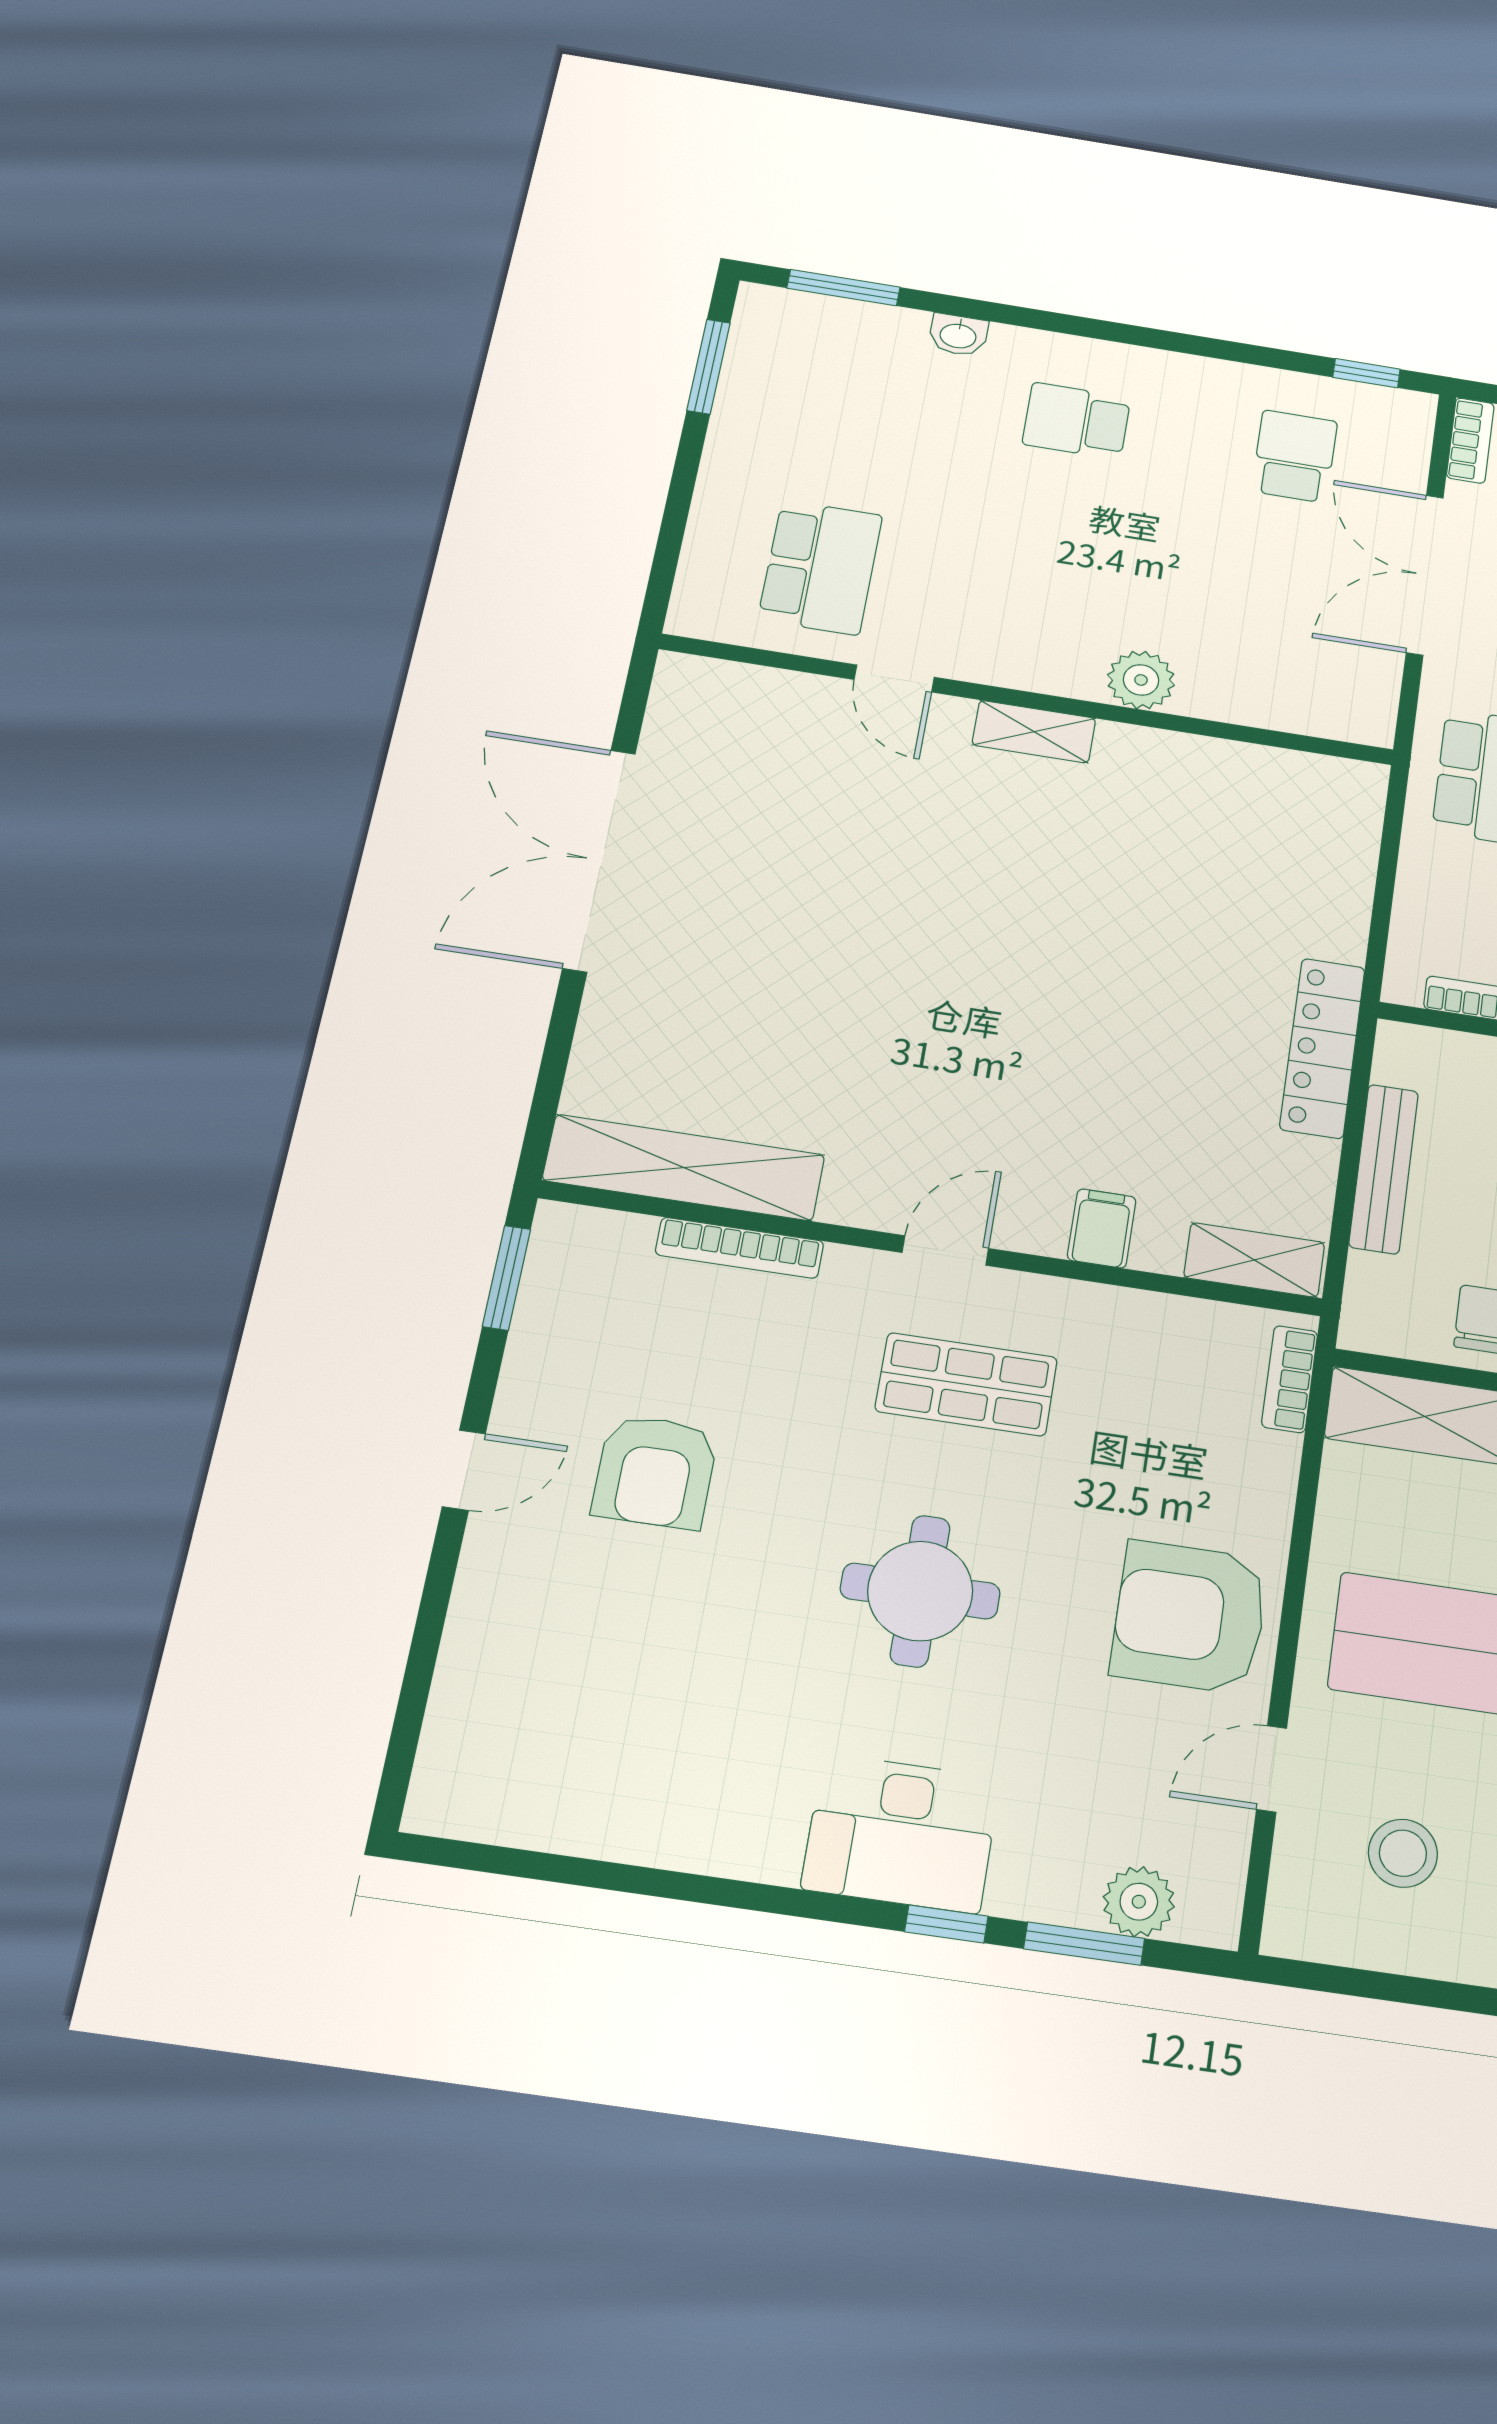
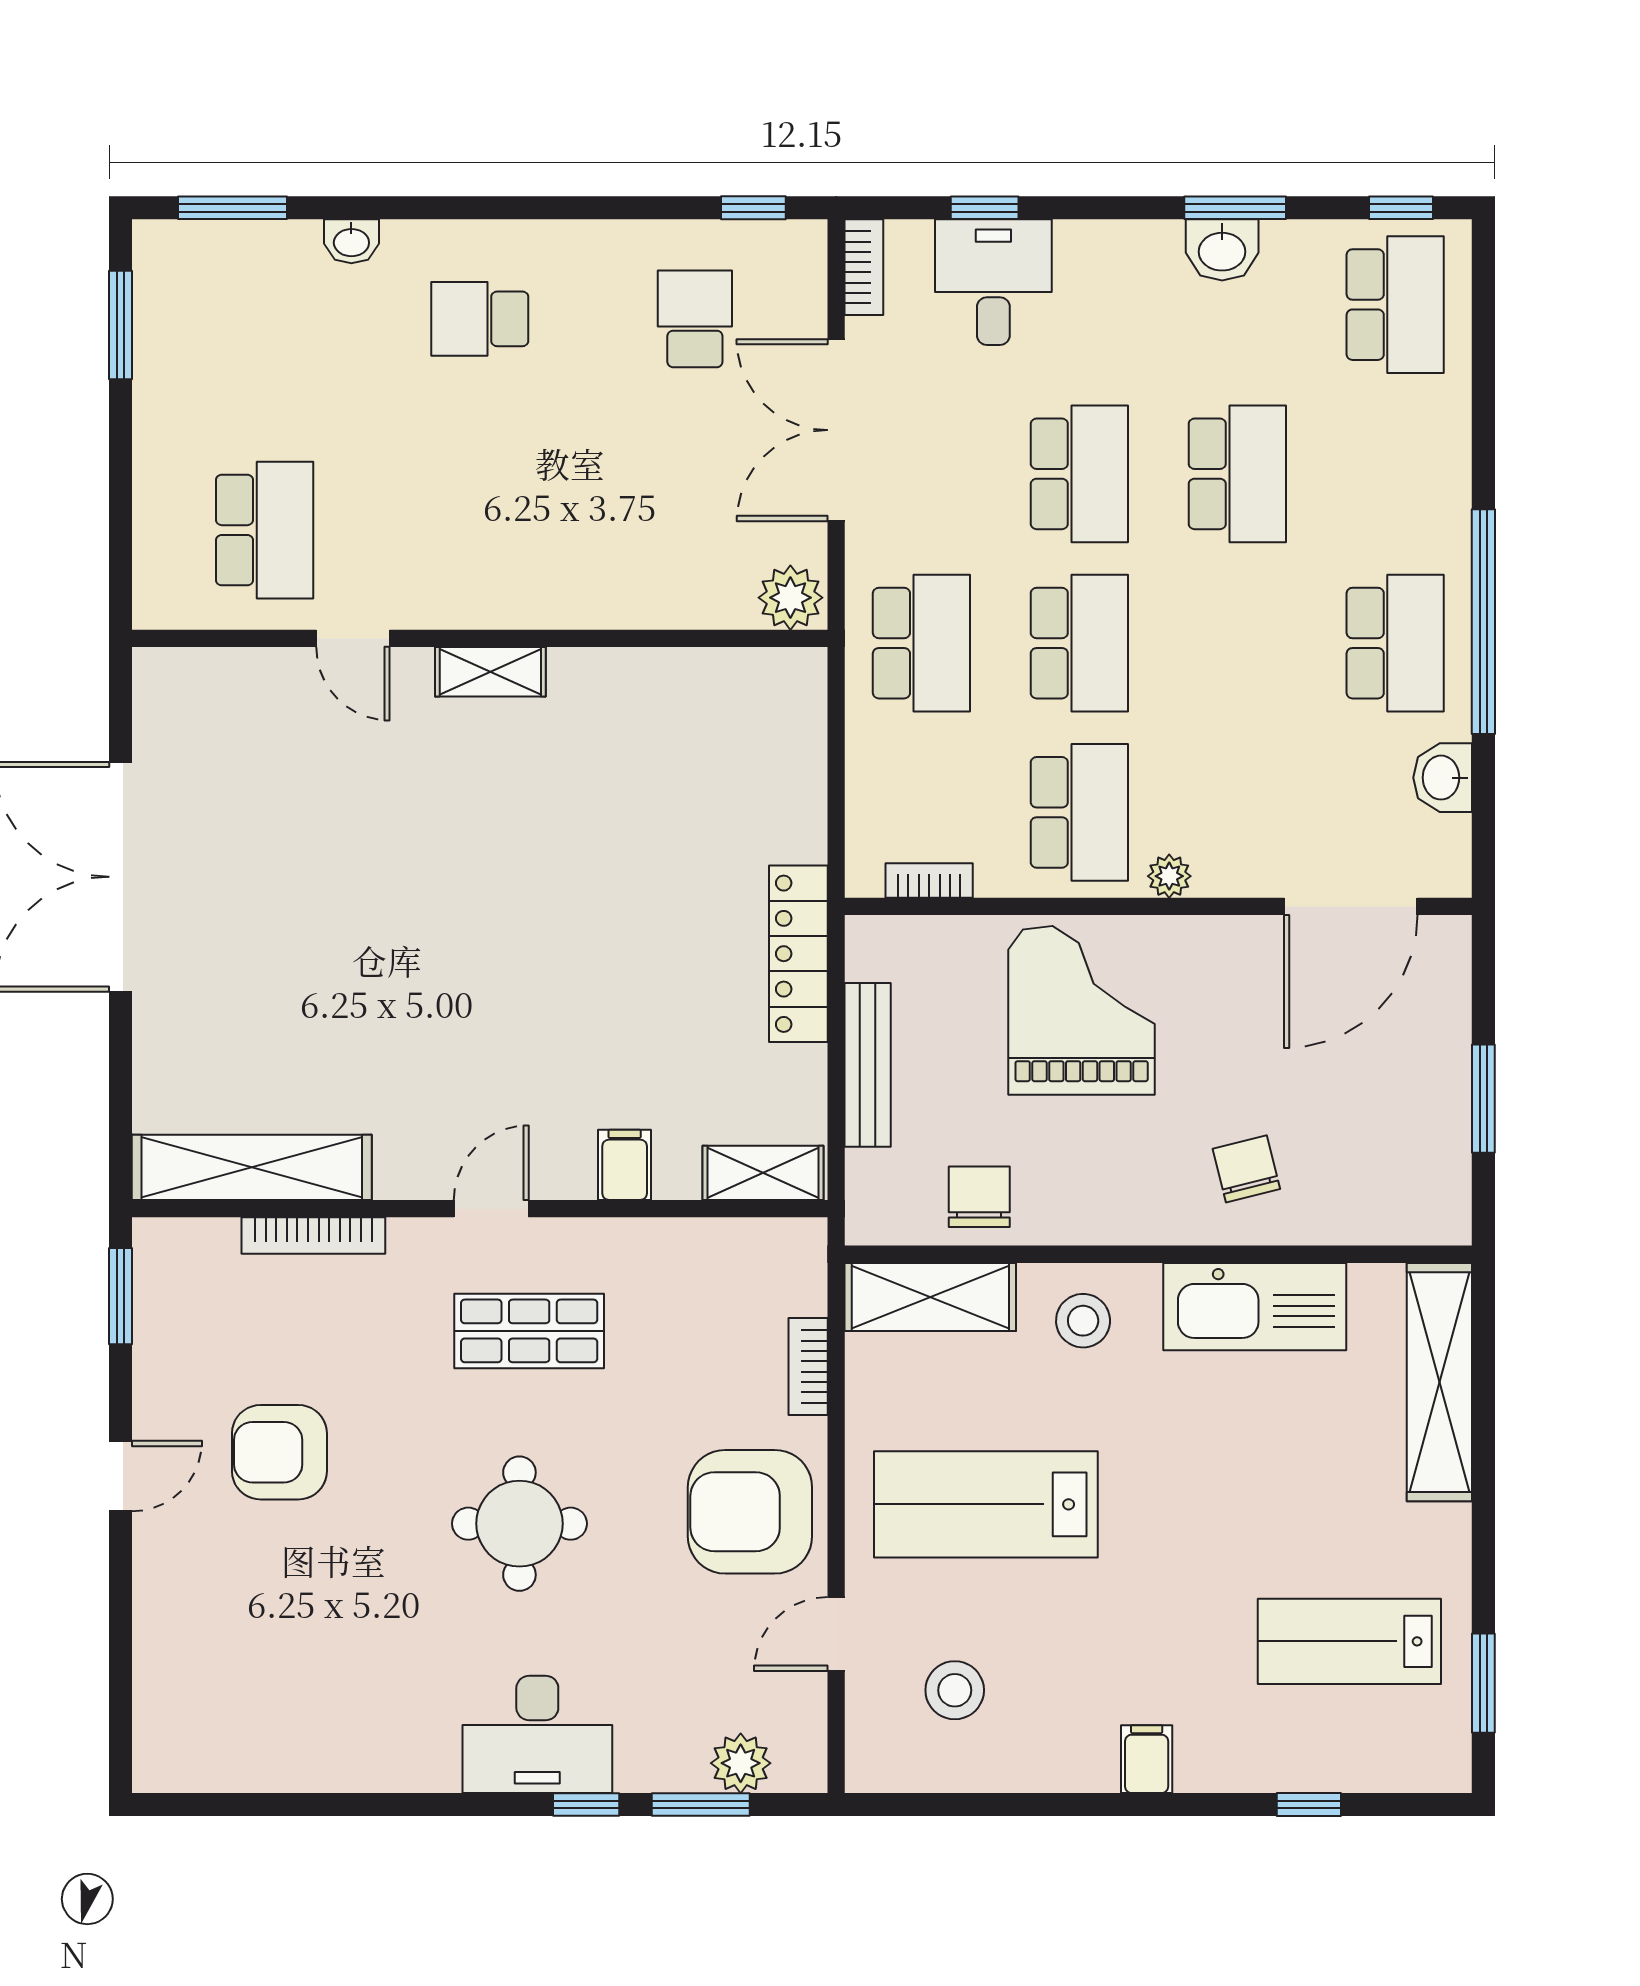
plant: (1141, 680) -> (790, 598), moved
bookcase: (1290, 1379) -> (808, 1367), moved
armchair: (655, 1472) -> (279, 1452), turned 90

